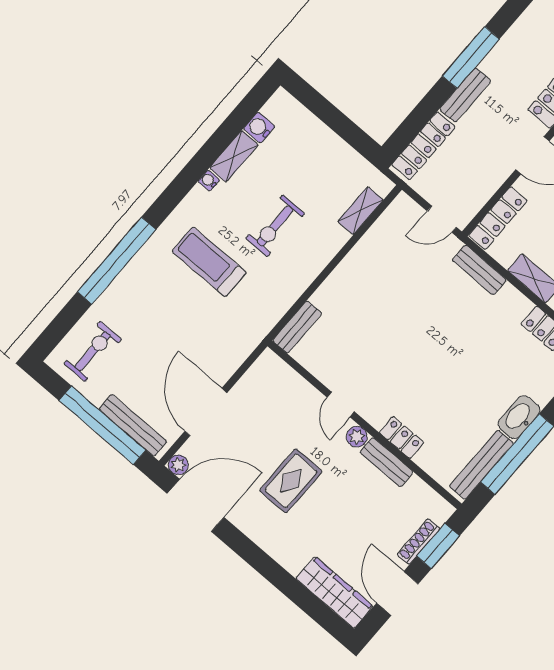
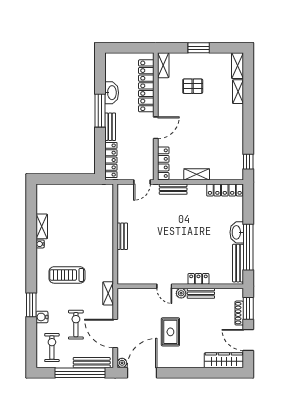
washbasin: (512, 46) -> (112, 93), added
water cooler: (259, 128) -> (42, 317), moved
shelving: (360, 211) -> (108, 293), moved
exercise bike: (275, 226) -> (76, 325), moved, turned 180
window: (117, 261) -> (31, 305), width x0.47
bench: (297, 327) -> (122, 236), moved

